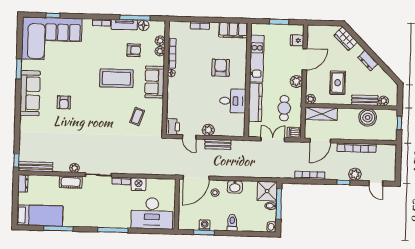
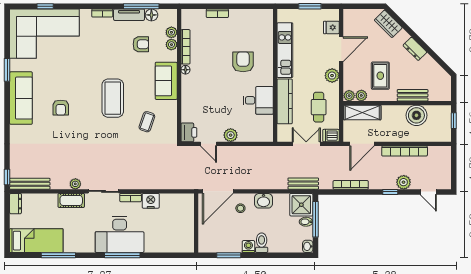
filing cabinet: (233, 30) -> (256, 18), removed
coffee table: (116, 78) -> (113, 98), moved, turned 90
plant: (383, 101) -> (361, 95), moved
bench: (218, 144) -> (303, 184), moved
desk: (152, 213) -> (120, 234), moved
washing machine: (205, 225) -> (248, 247), moved

